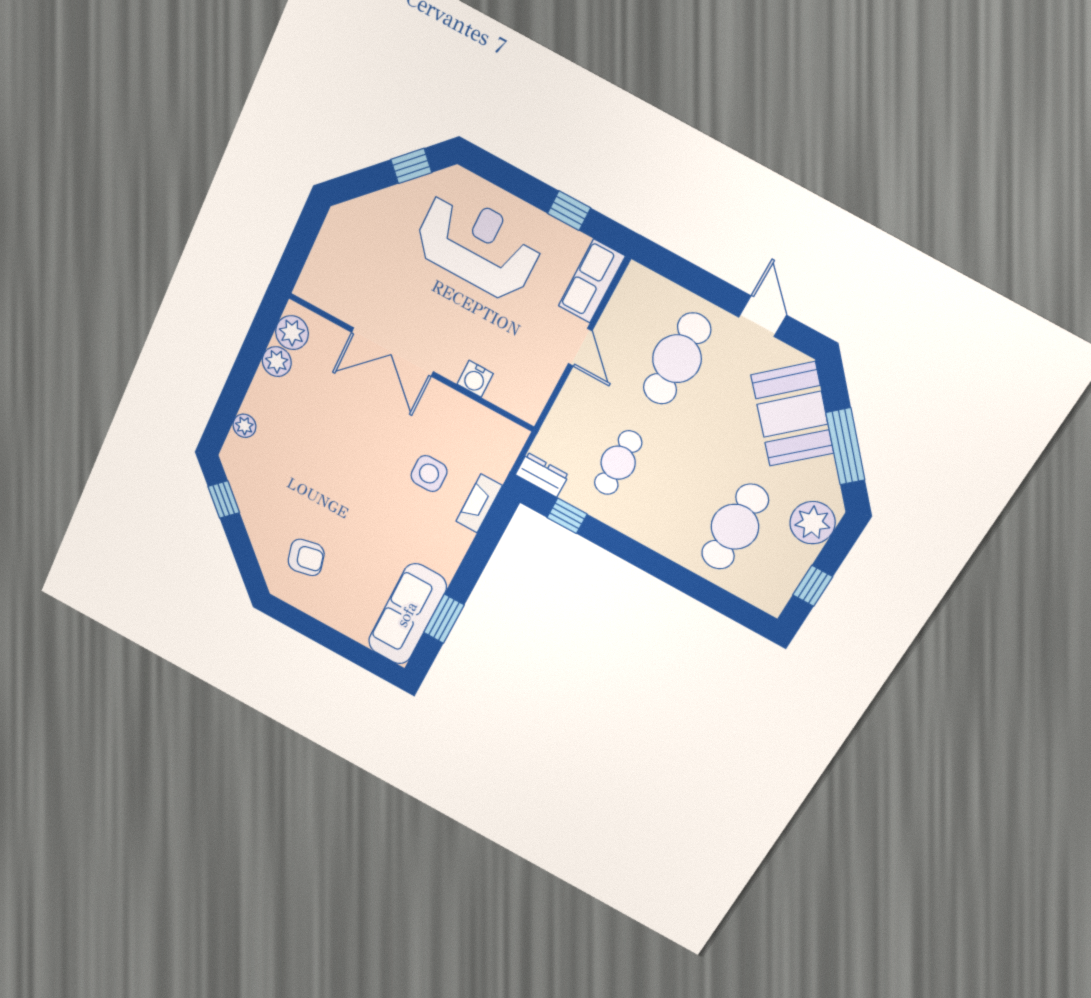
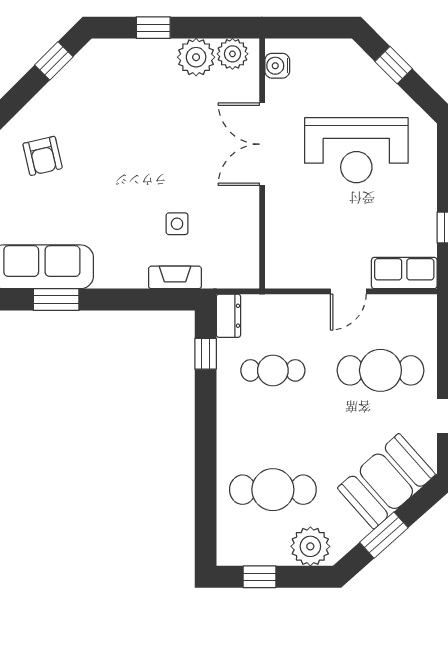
window: (411, 166) -> (394, 65), moved
reception desk: (478, 245) -> (356, 150), moved, turned 90
plant: (277, 362) -> (196, 57), width x1.36, depth x1.36
water cooler: (475, 379) -> (277, 66), moved
window: (233, 393) -> (153, 28), added
plant: (244, 426) -> (130, 50), removed
window: (845, 446) -> (384, 535), width x0.69
side table: (429, 474) -> (177, 224), width x0.73, depth x0.73

